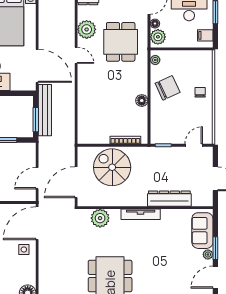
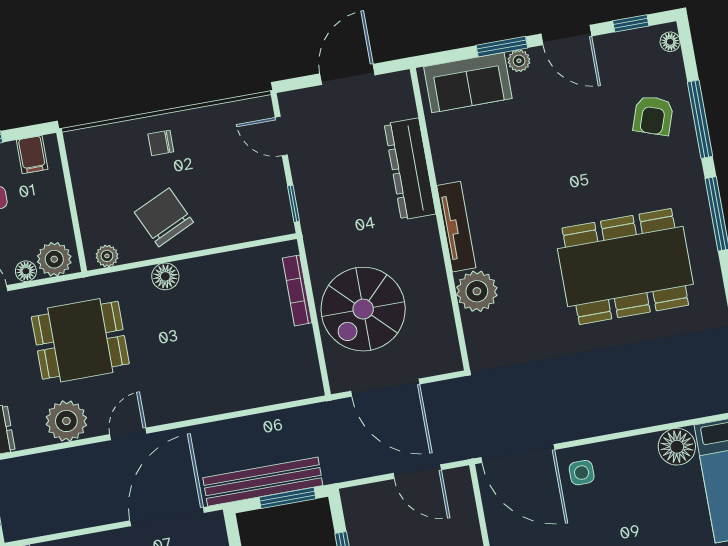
floor lamp: (142, 101) -> (165, 276), moved
door: (76, 182) -> (385, 388), moved
plant: (100, 218) -> (477, 291), moved

